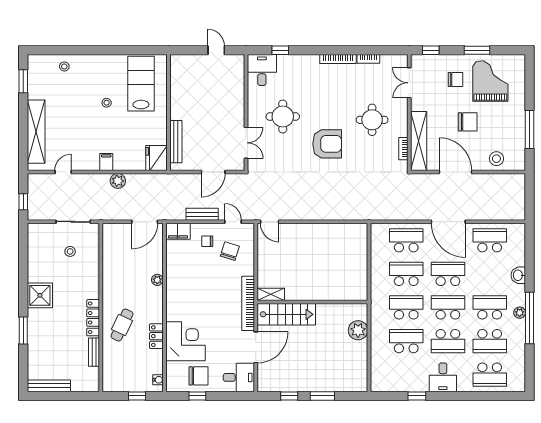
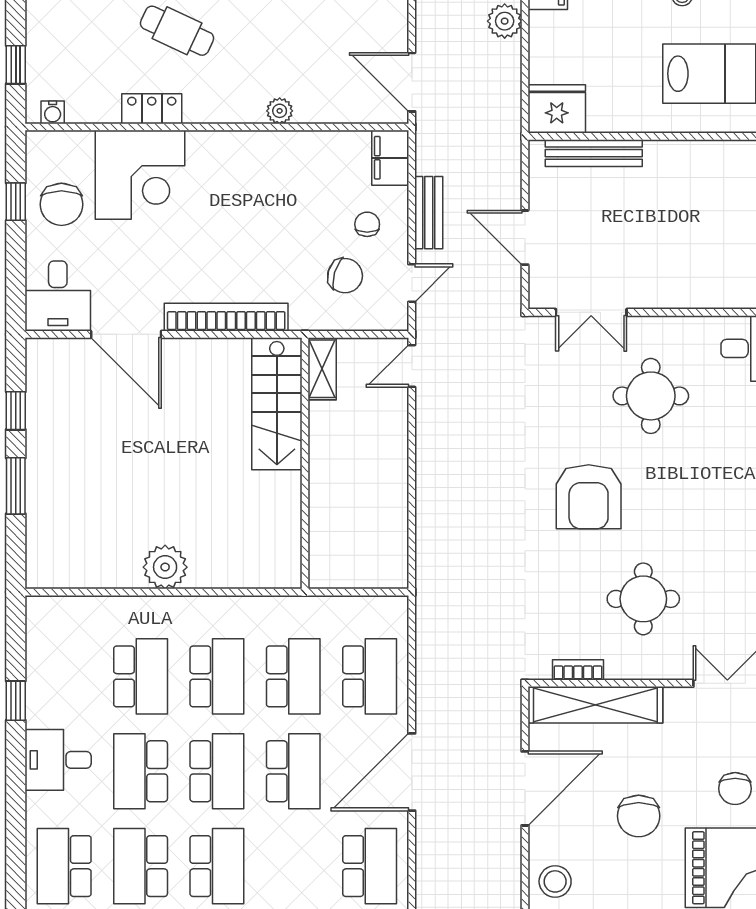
shelving: (271, 294) -> (322, 369), moved
wall: (312, 302) -> (305, 463), moved
stairs: (286, 314) -> (277, 404), moved

